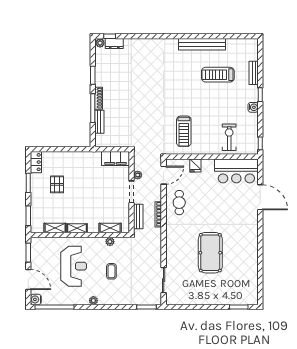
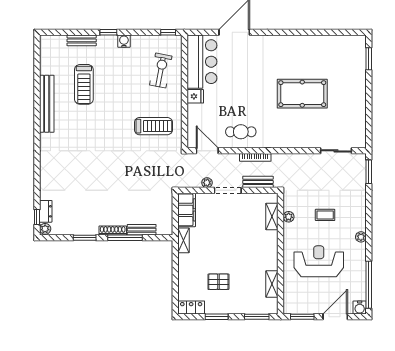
exercise bike: (229, 137) -> (161, 70), turned 101
fridge: (195, 165) -> (195, 96), moved
shelving: (77, 228) -> (183, 240), moved

